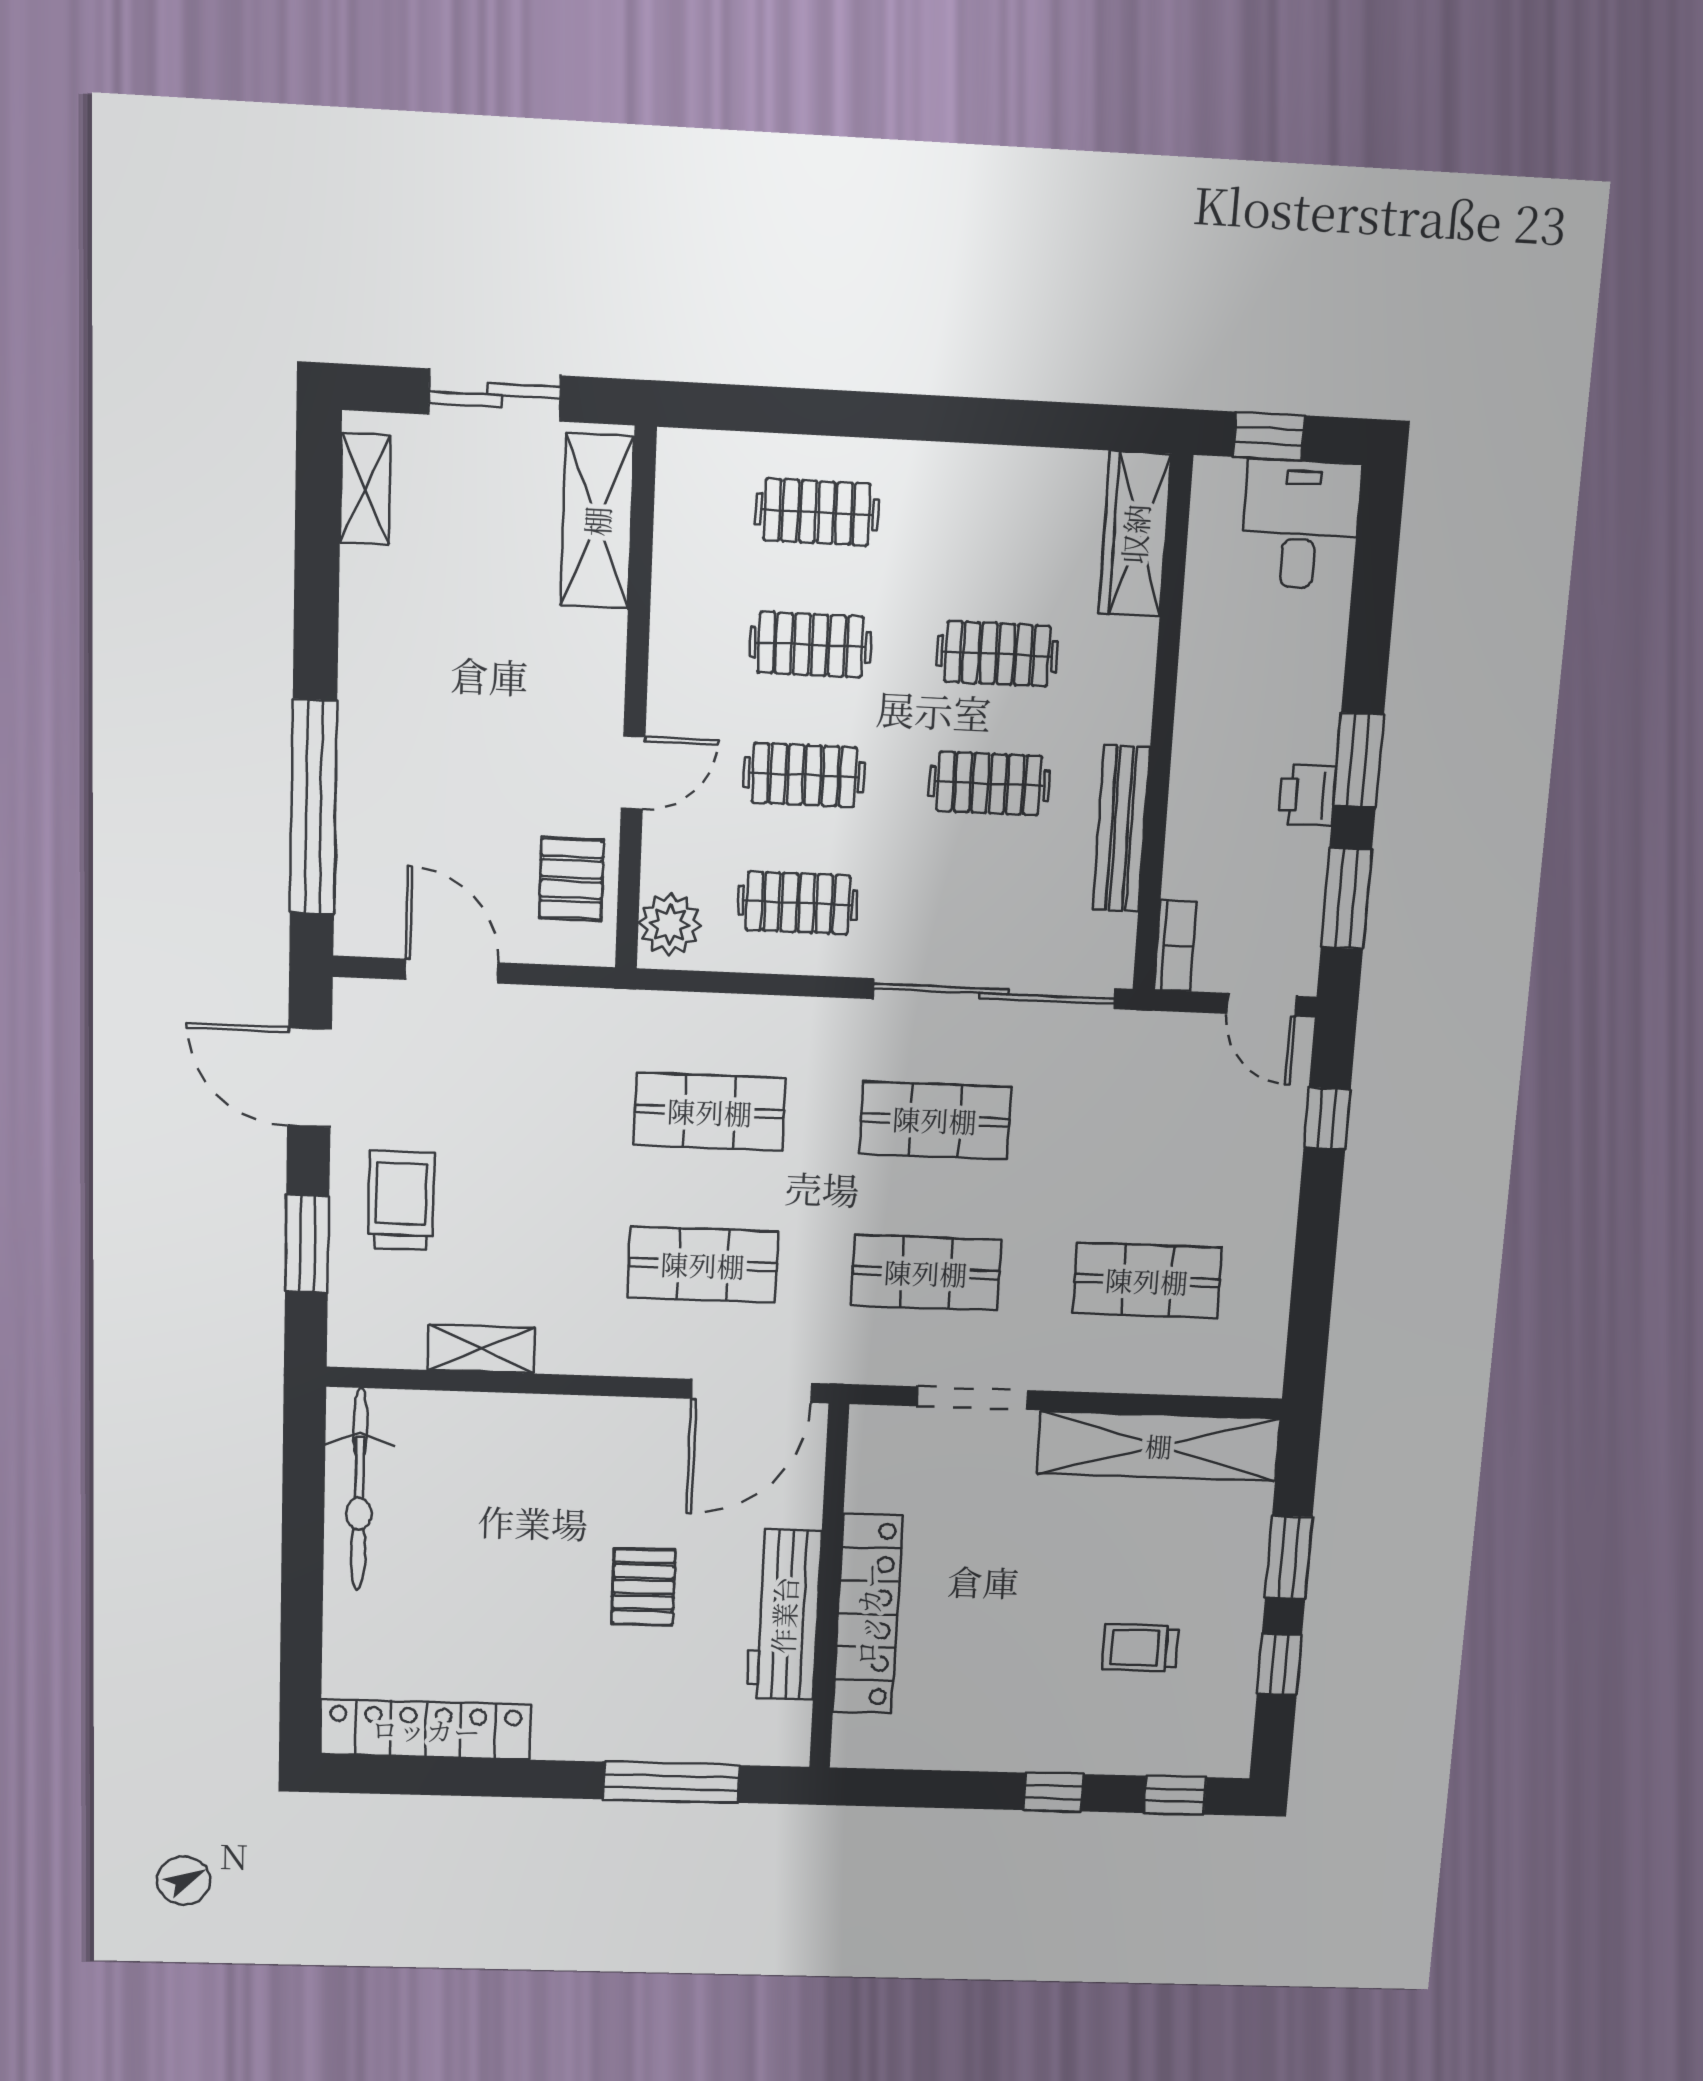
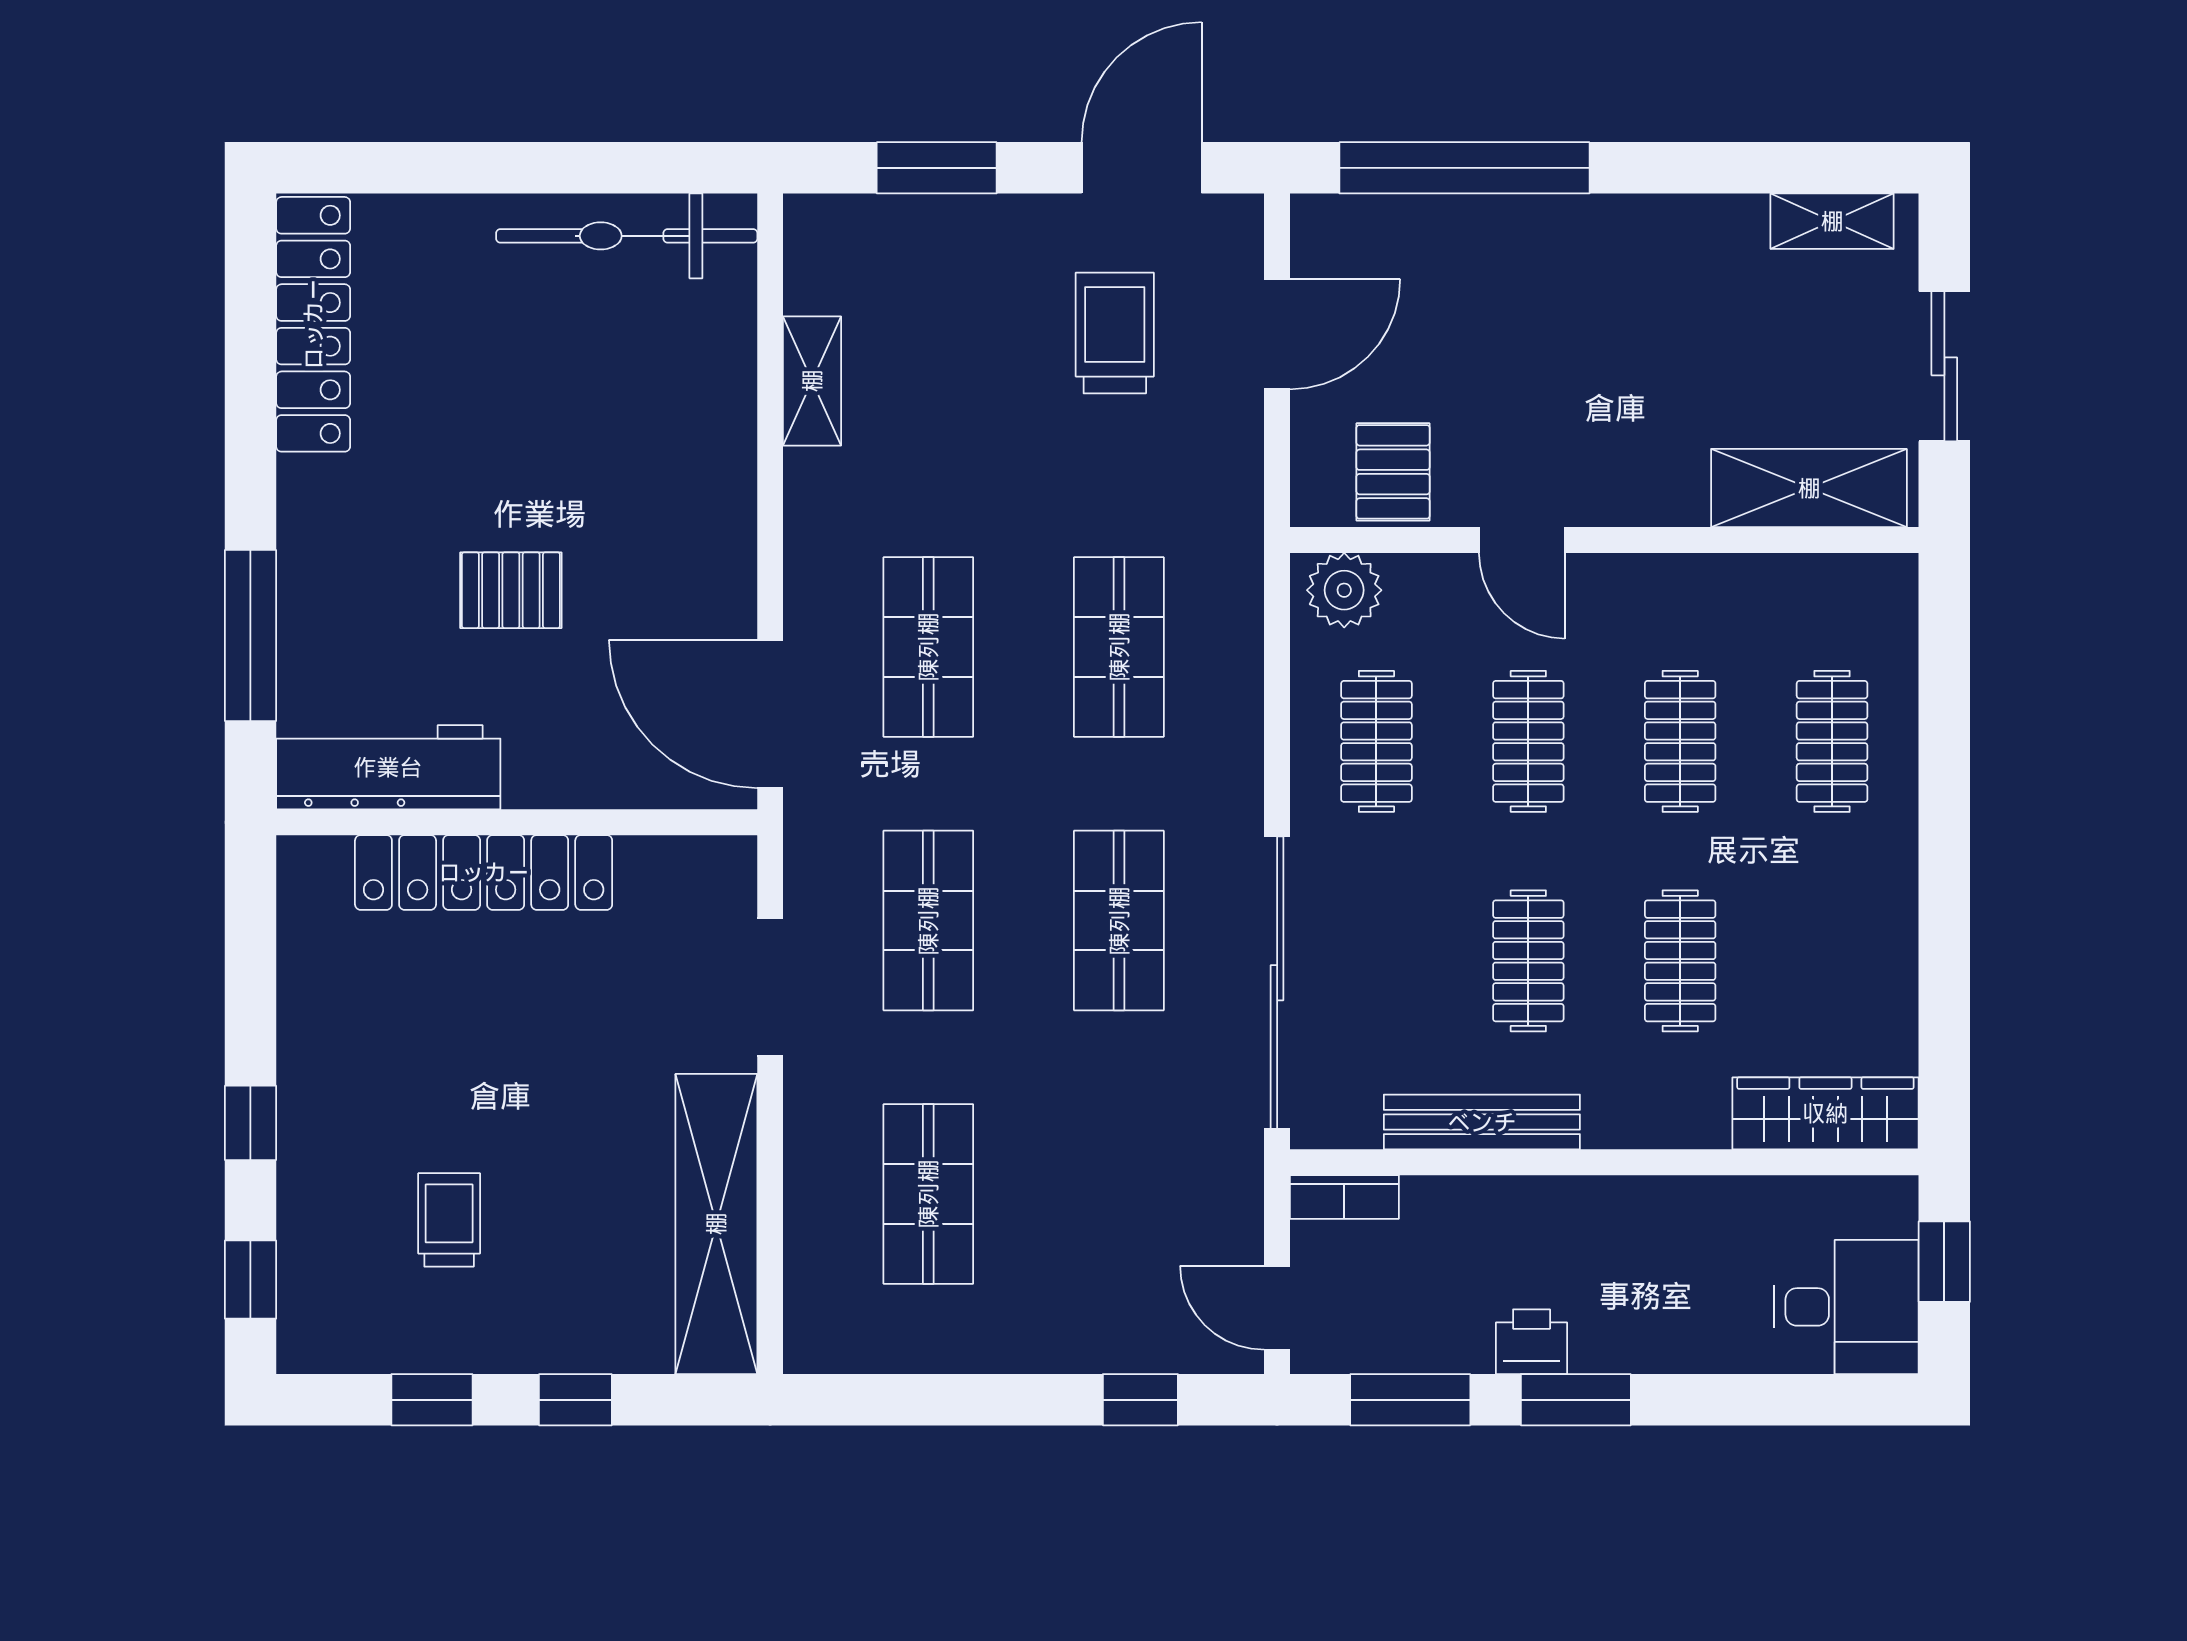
pallet: (571, 879) -> (1393, 472), turned 90
door: (1262, 1005) -> (1277, 1308), hinge flipped
trolley: (401, 1200) -> (1115, 333), moved, turned -90
window: (1289, 1557) -> (575, 1400), width x0.67
workbench: (784, 1615) -> (388, 767), moved

